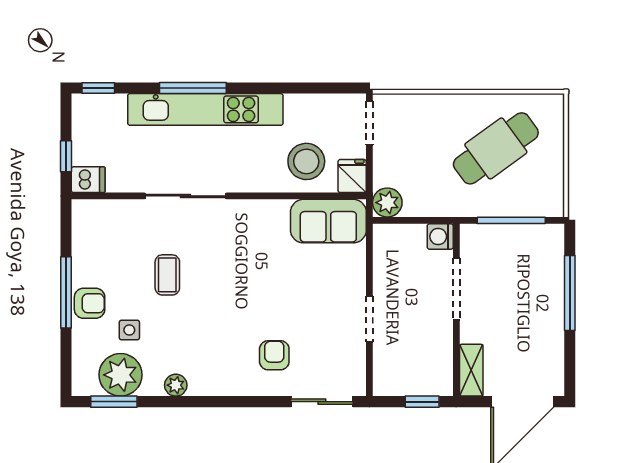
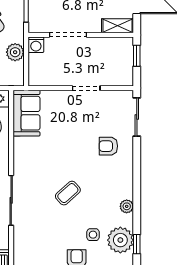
plant: (387, 203) -> (15, 52), moved
coffee table: (167, 275) -> (68, 193), moved, turned -42
window: (114, 402) -> (137, 244), width x0.67

